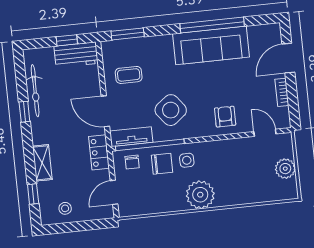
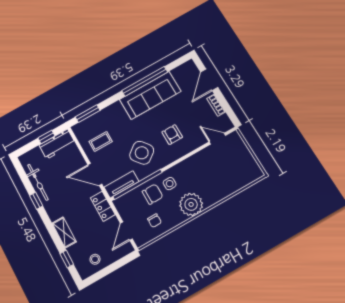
armchair: (225, 117) -> (172, 135), moved
chair: (132, 162) -> (154, 221), moved
plant: (285, 169) -> (245, 158), removed

